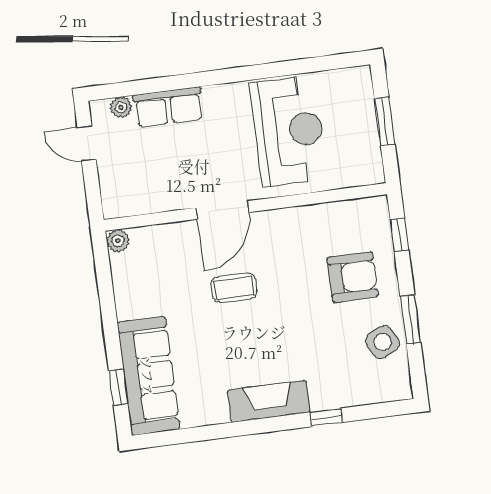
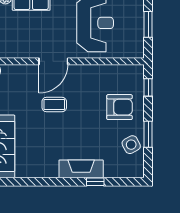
fireplace: (269, 401) -> (81, 169), moved

